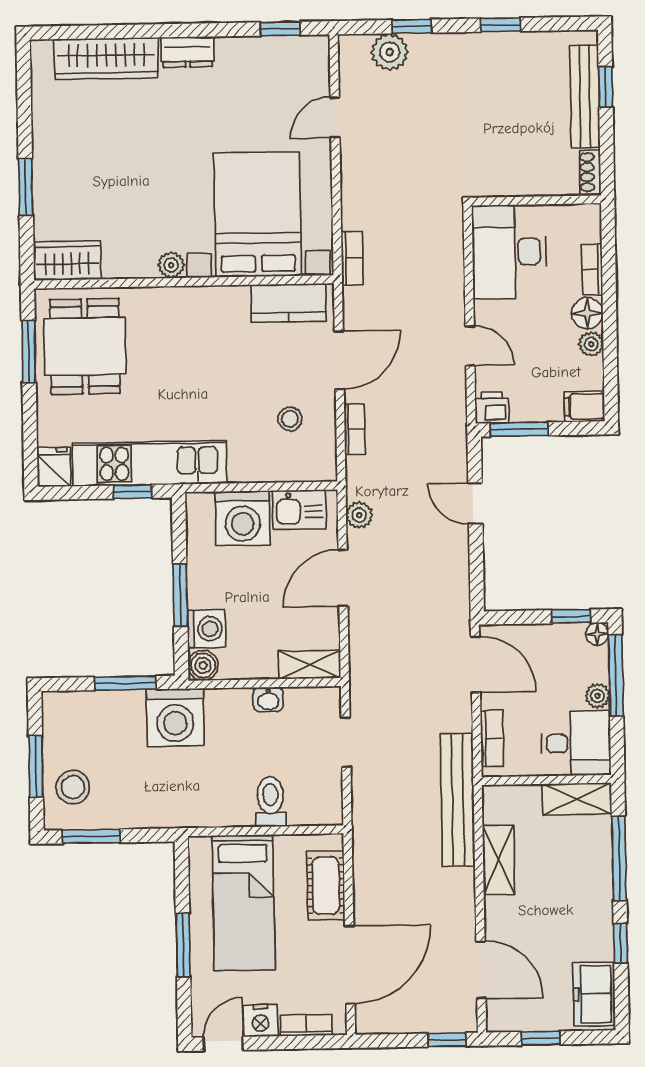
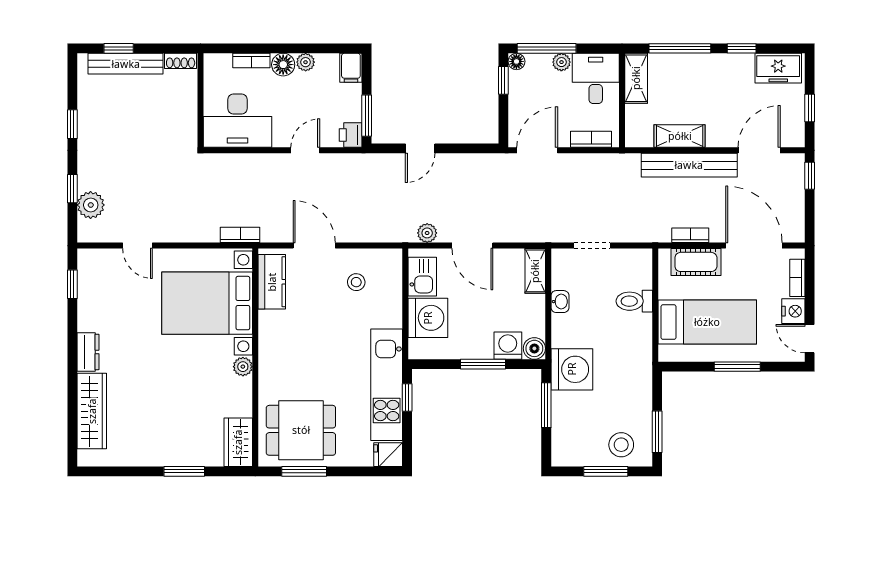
bookcase: (354, 429) -> (690, 235), moved
bench: (458, 800) -> (689, 165), moved

